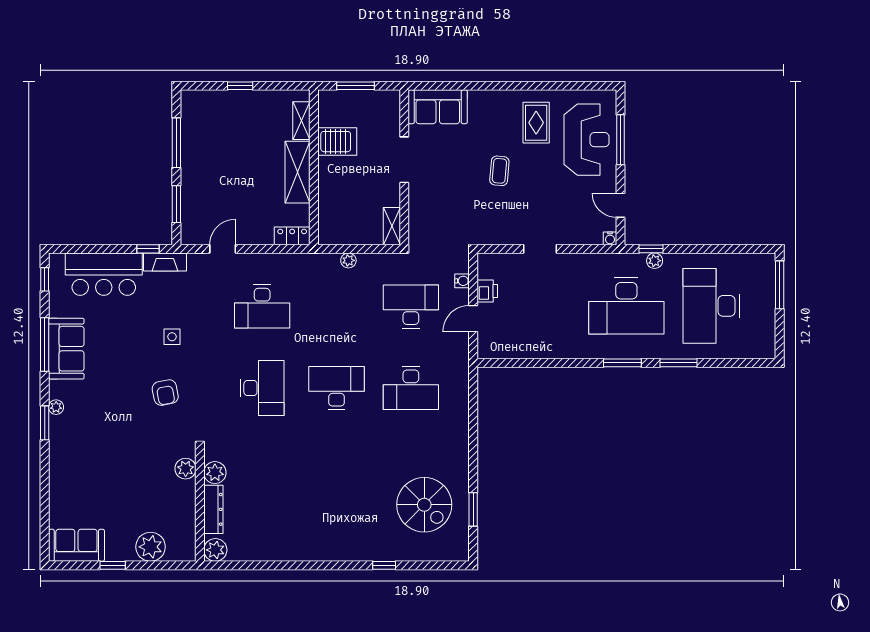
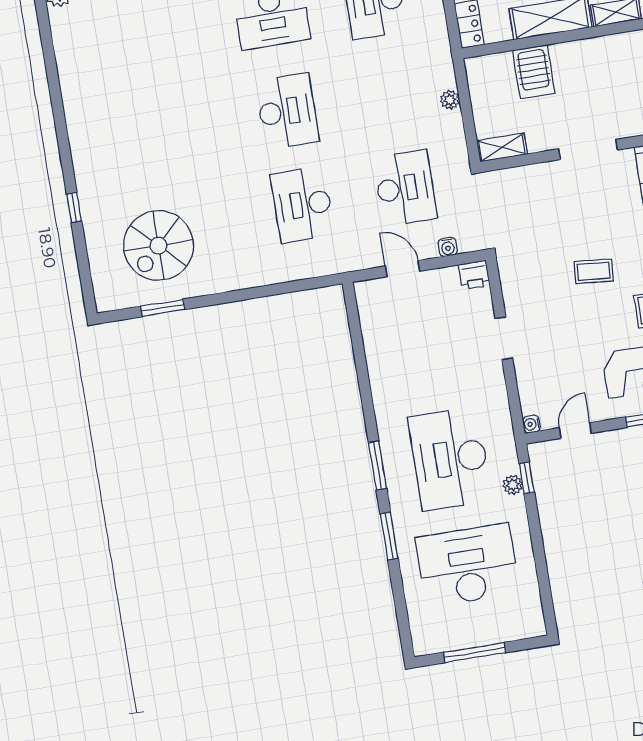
server rack: (337, 142) -> (534, 72), moved
window: (780, 285) -> (475, 652), moved
printer: (487, 291) -> (474, 275), moved

